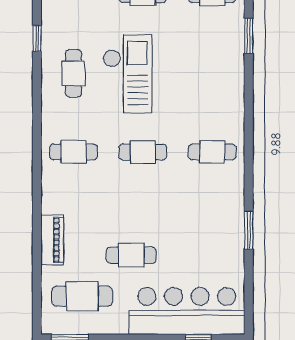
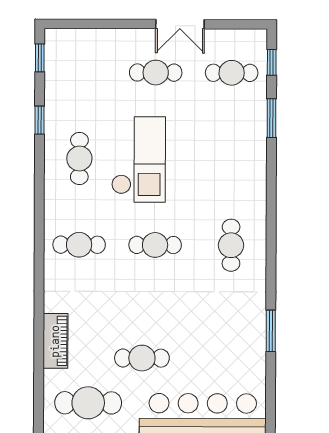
cafe table: (212, 152) -> (231, 245), turned 90

